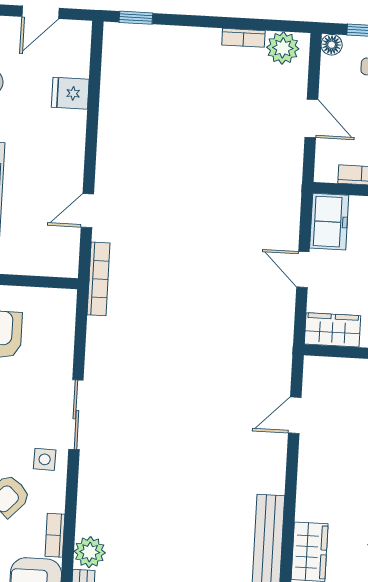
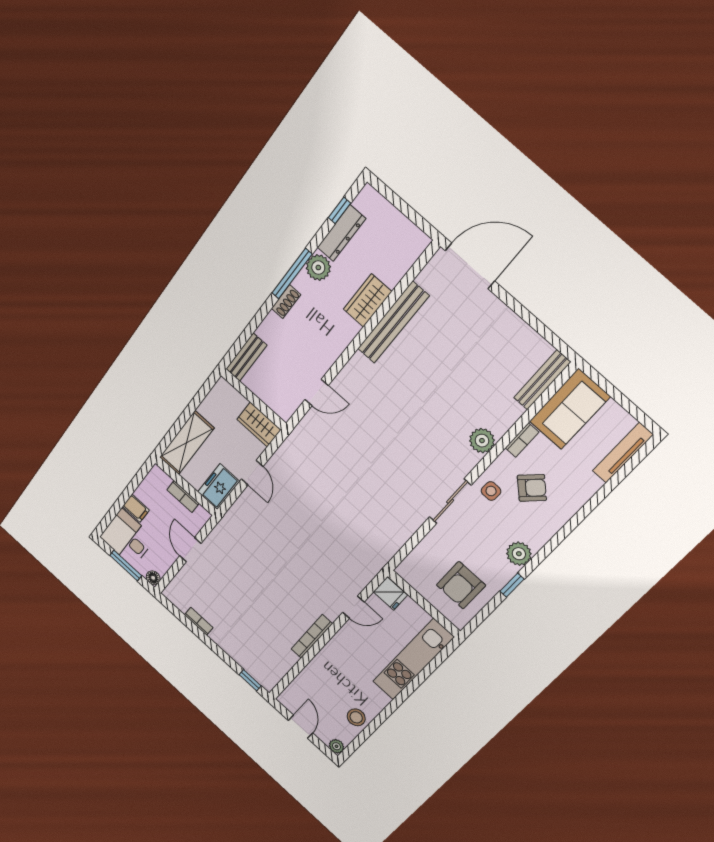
door: (41, 12) -> (301, 727), hinge flipped
plant: (283, 48) -> (181, 598), removed
fridge: (70, 93) -> (390, 594), moved
bookcase: (99, 279) -> (312, 636), moved
plant: (90, 552) -> (482, 441), moved

